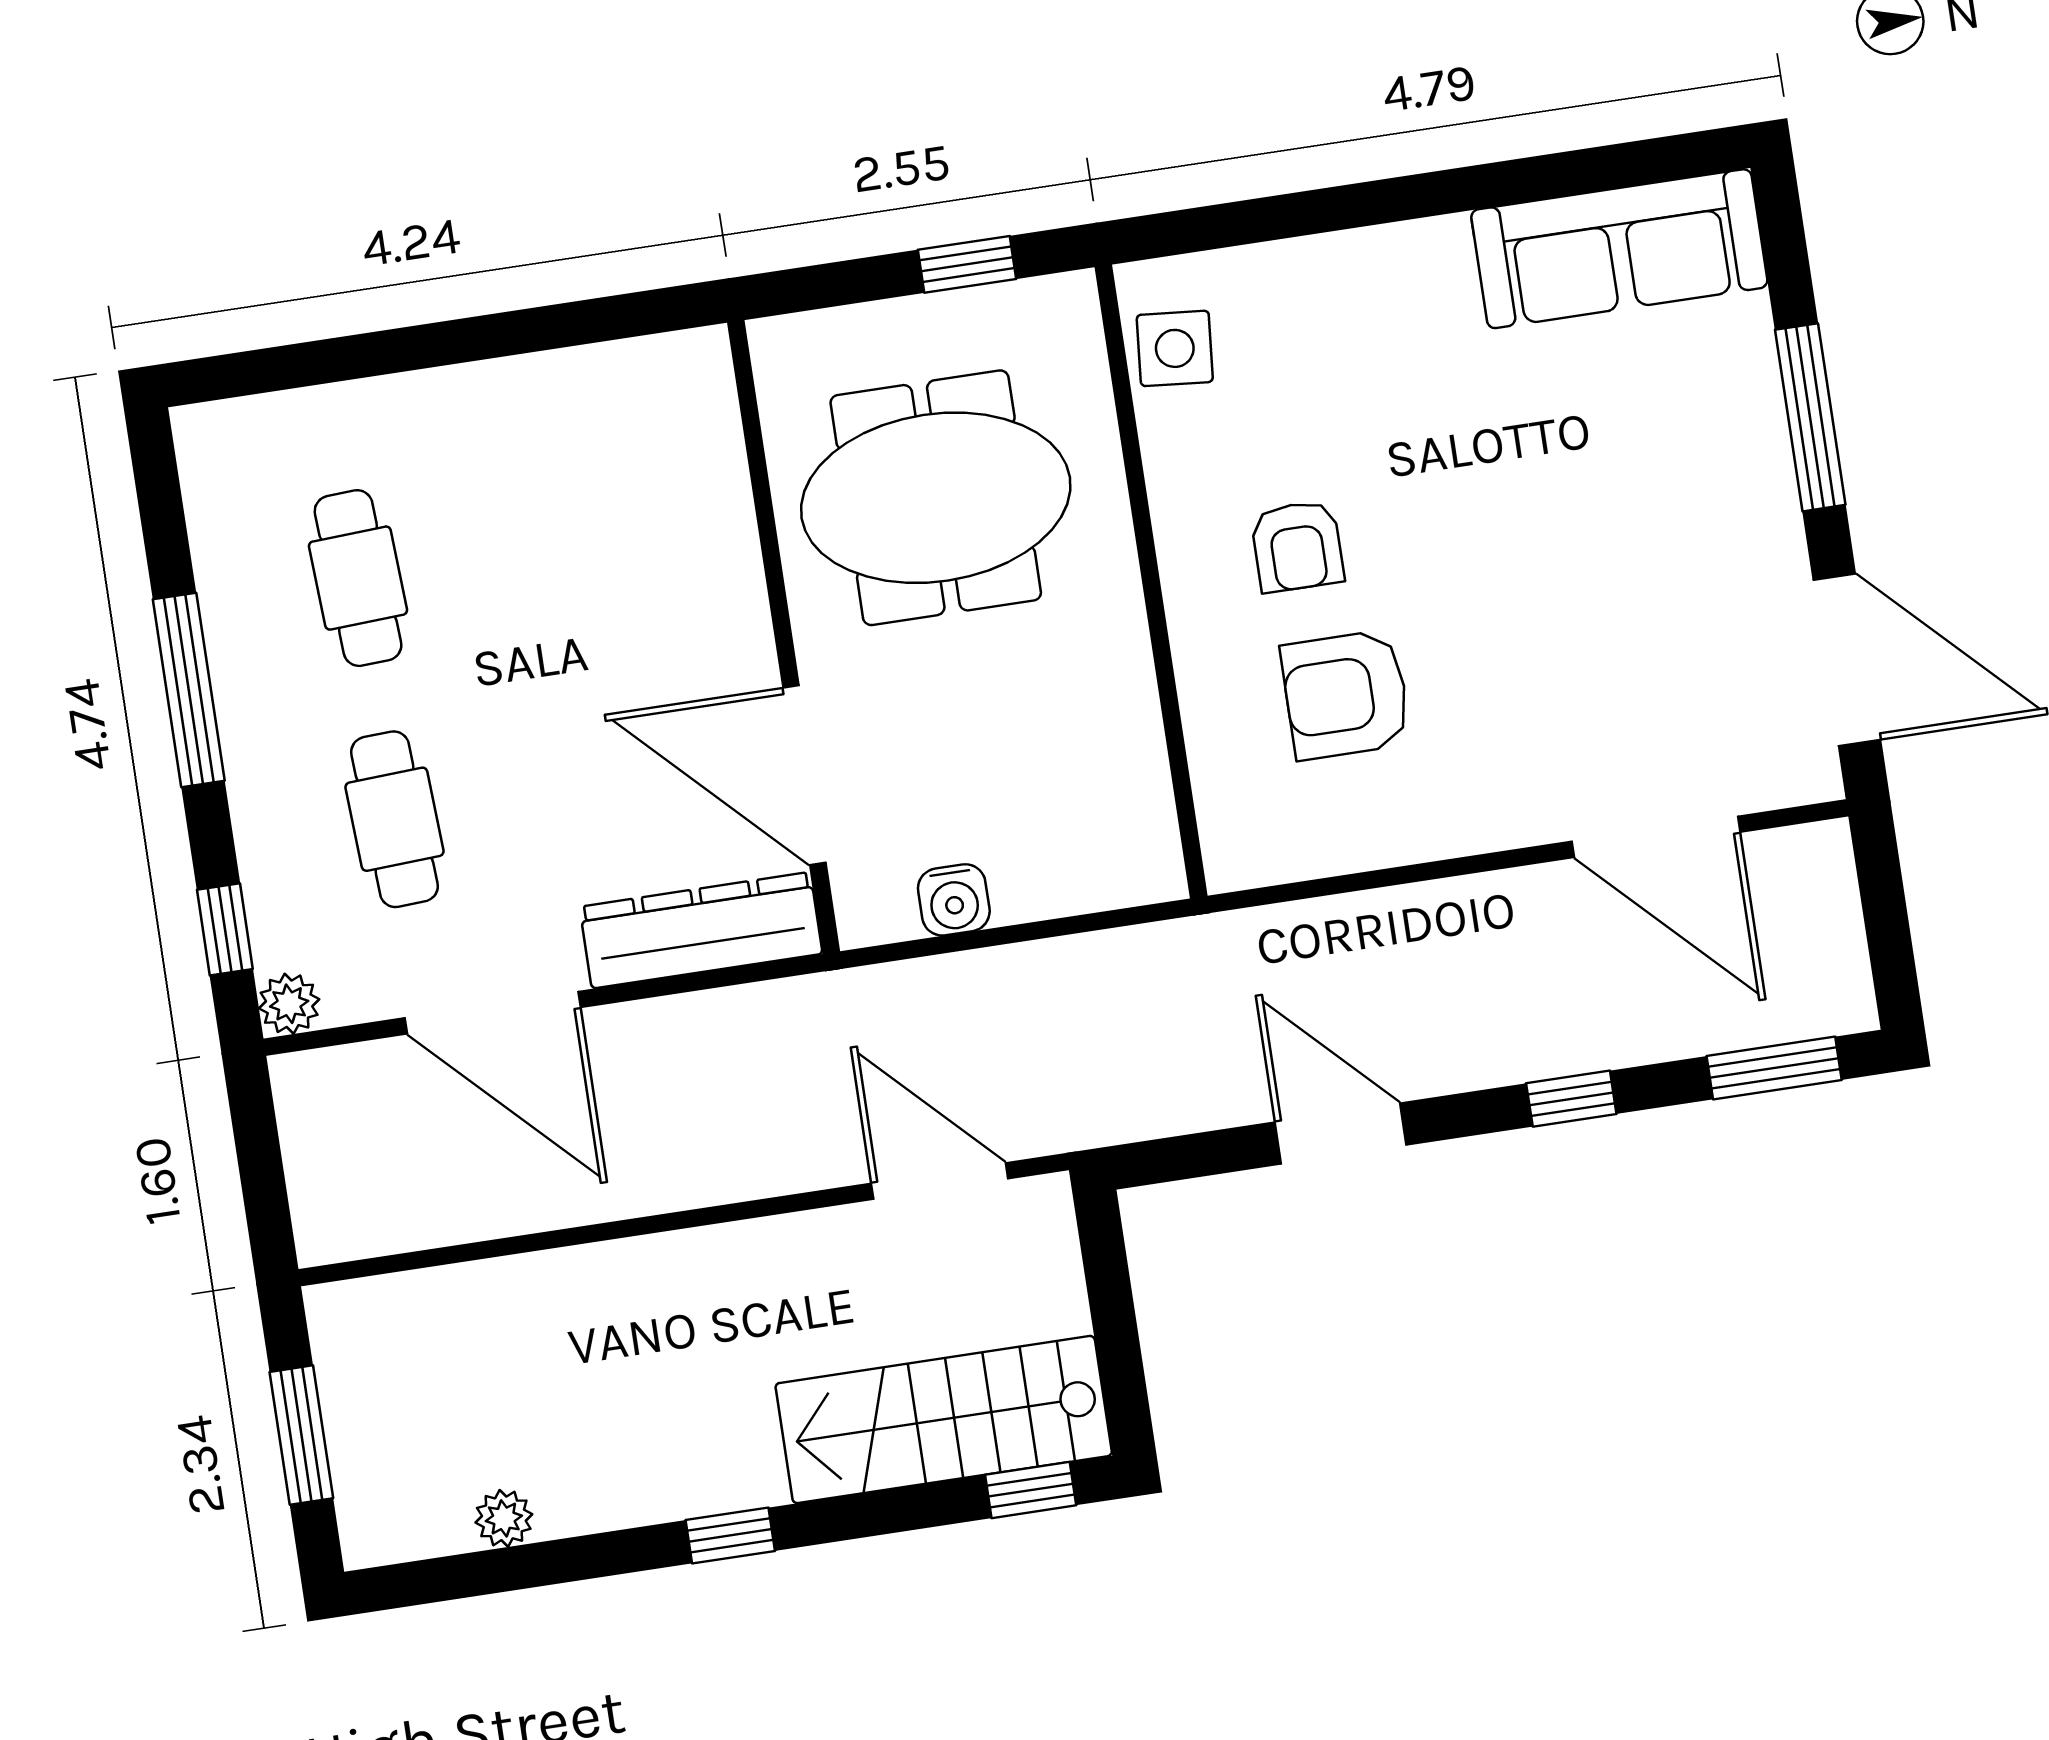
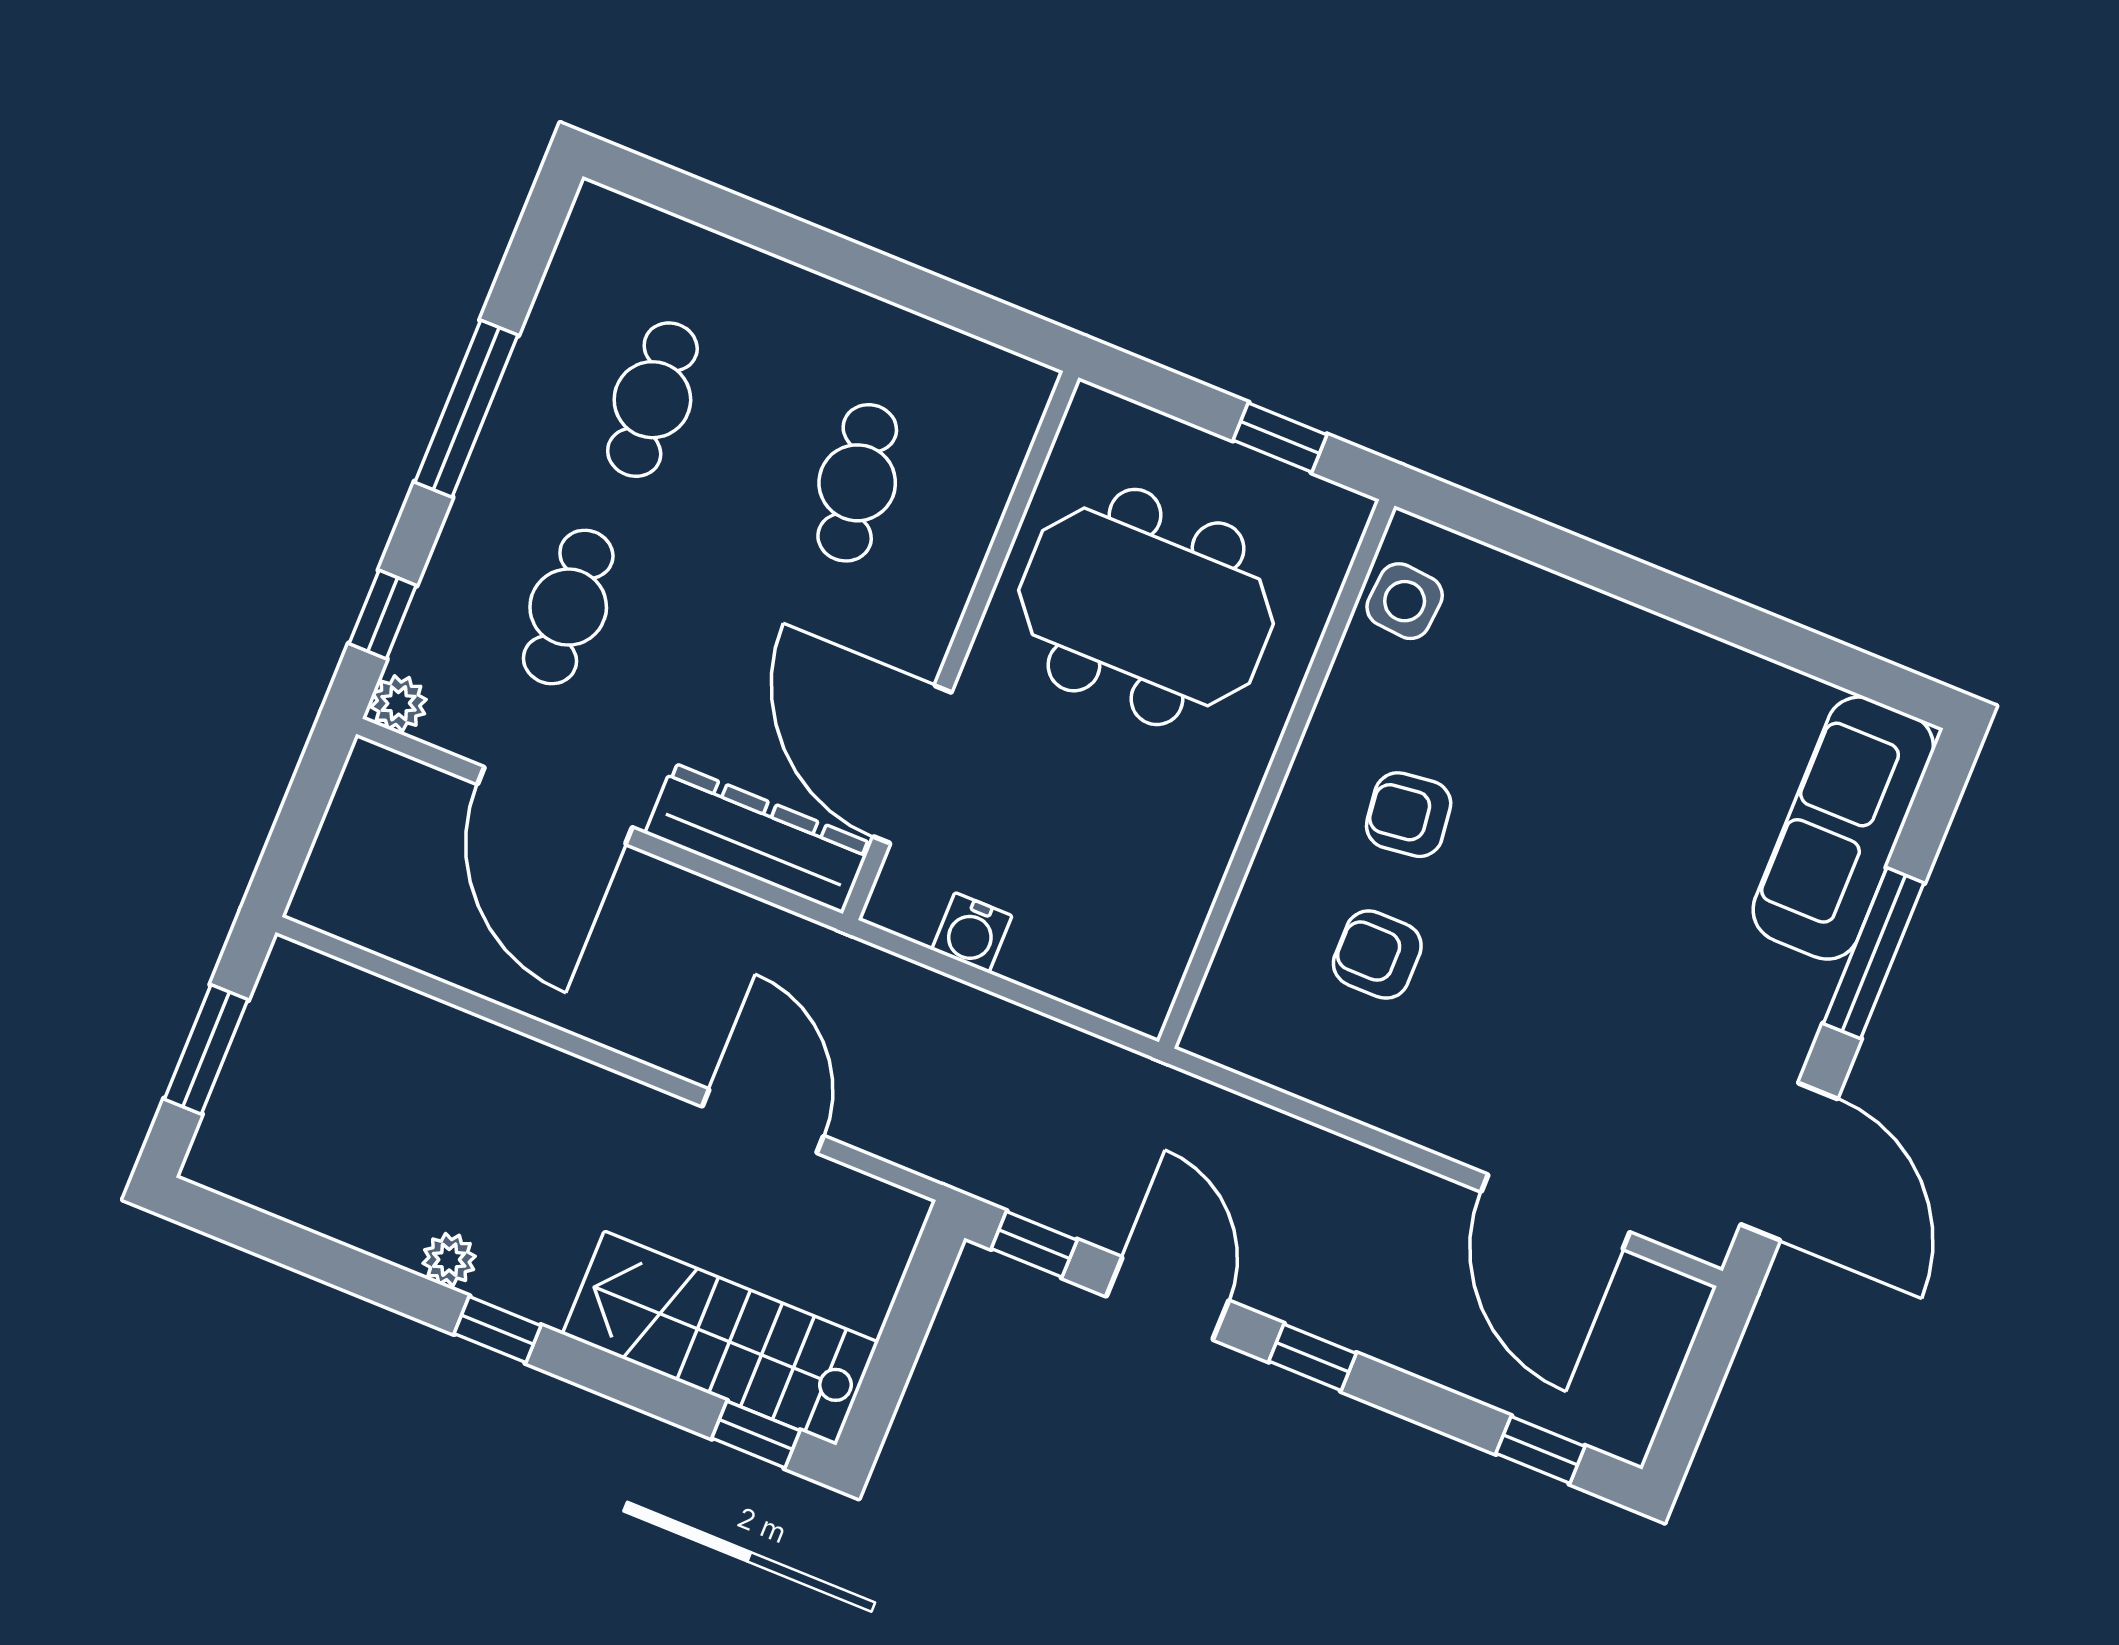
sofa: (1619, 249) -> (1843, 828), moved, turned 90
cafe table: (596, 542) -> (857, 483), added
armchair: (1297, 546) -> (1409, 815), turned 83
armchair: (1346, 695) -> (1377, 955), width x0.72, depth x0.72
window: (1774, 1068) -> (1540, 1450), width x0.67
window: (1571, 1099) -> (1312, 1357), moved
window: (1186, 1157) -> (1034, 1244), added
door: (940, 1181) -> (763, 1121), moved
plant: (504, 1518) -> (449, 1260), moved

